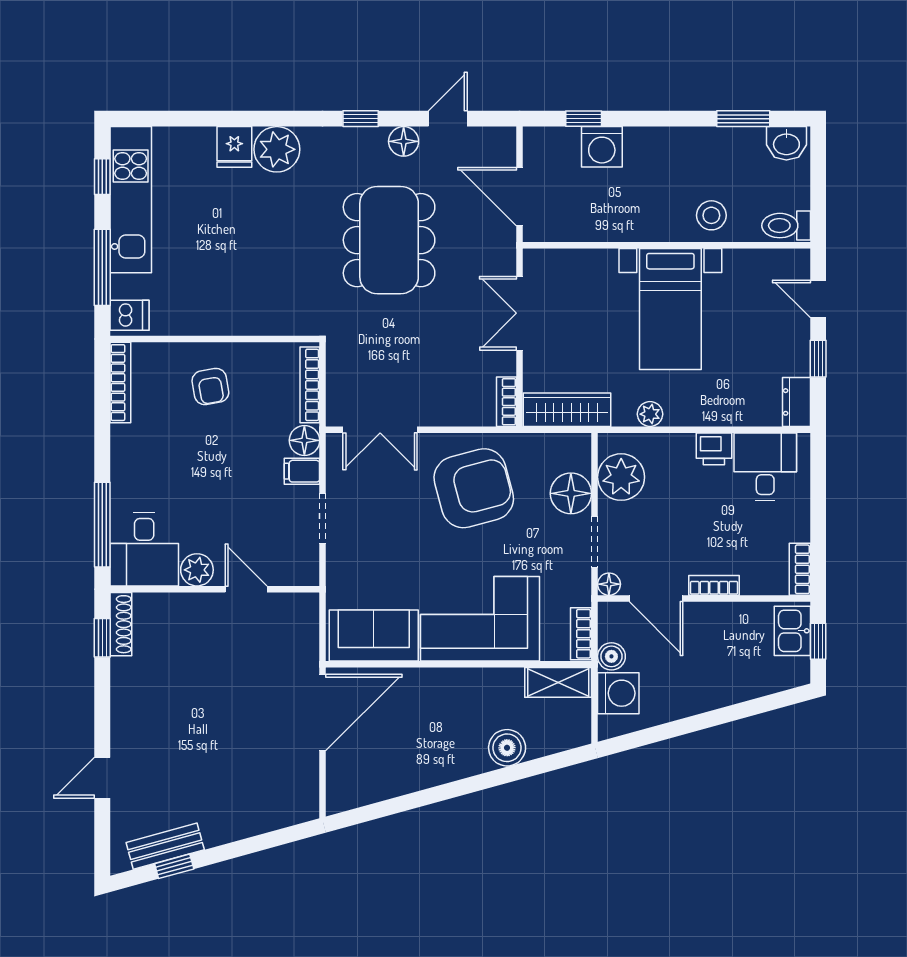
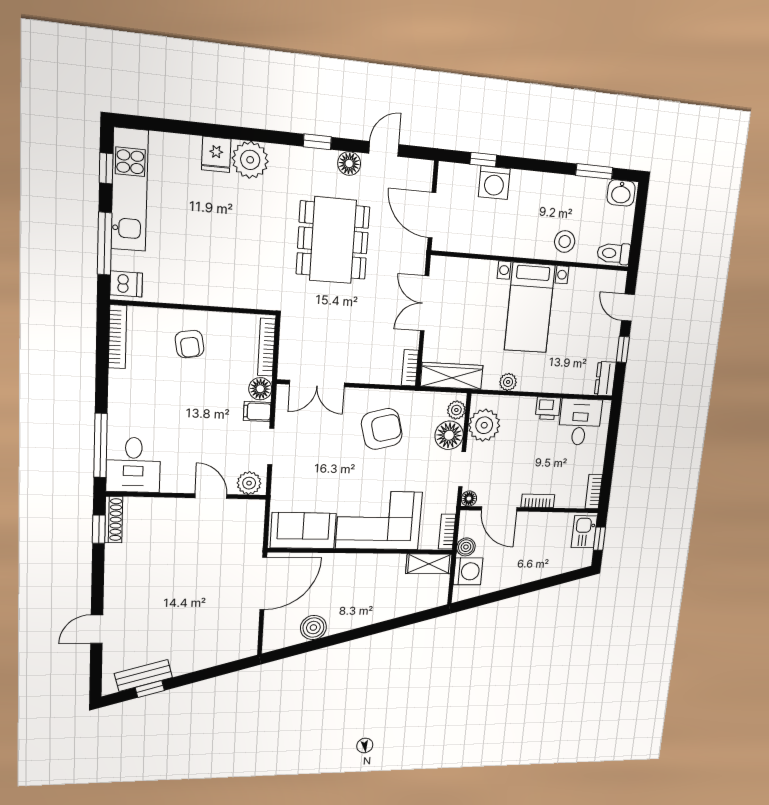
plant: (578, 457) -> (456, 410), added
armchair: (474, 488) -> (382, 429), width x0.73, depth x0.73
plant: (197, 570) -> (249, 483), moved
boiler: (507, 748) -> (313, 628), moved

